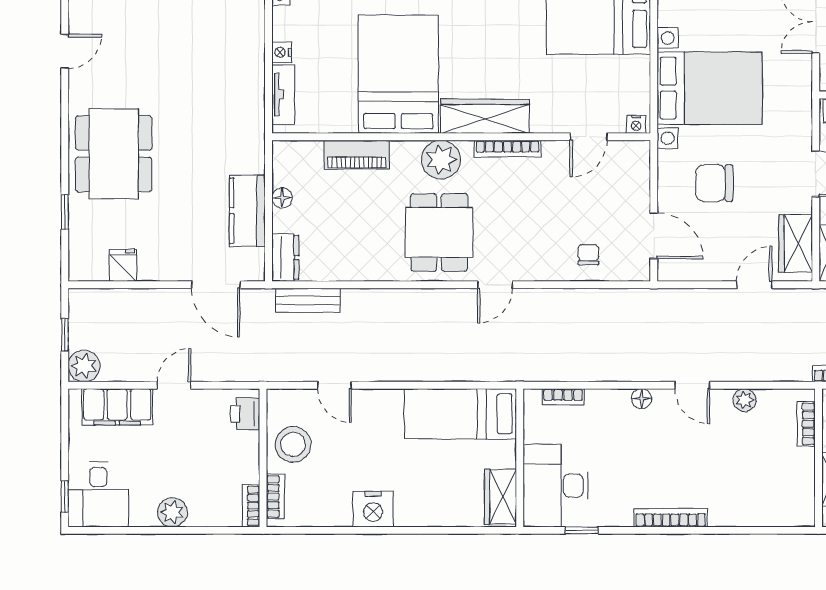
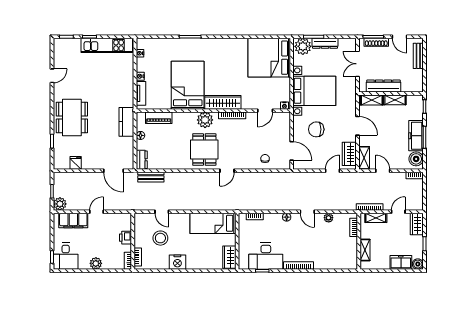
piano: (357, 155) -> (159, 118), moved
kitchen counter: (247, 211) -> (126, 122), moved
printer: (245, 414) -> (125, 238), moved
stool: (293, 444) -> (160, 238), moved
desk: (556, 486) -> (266, 256), moved, turned -90

